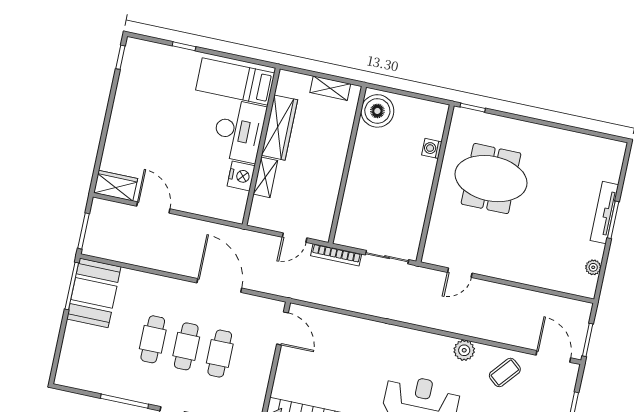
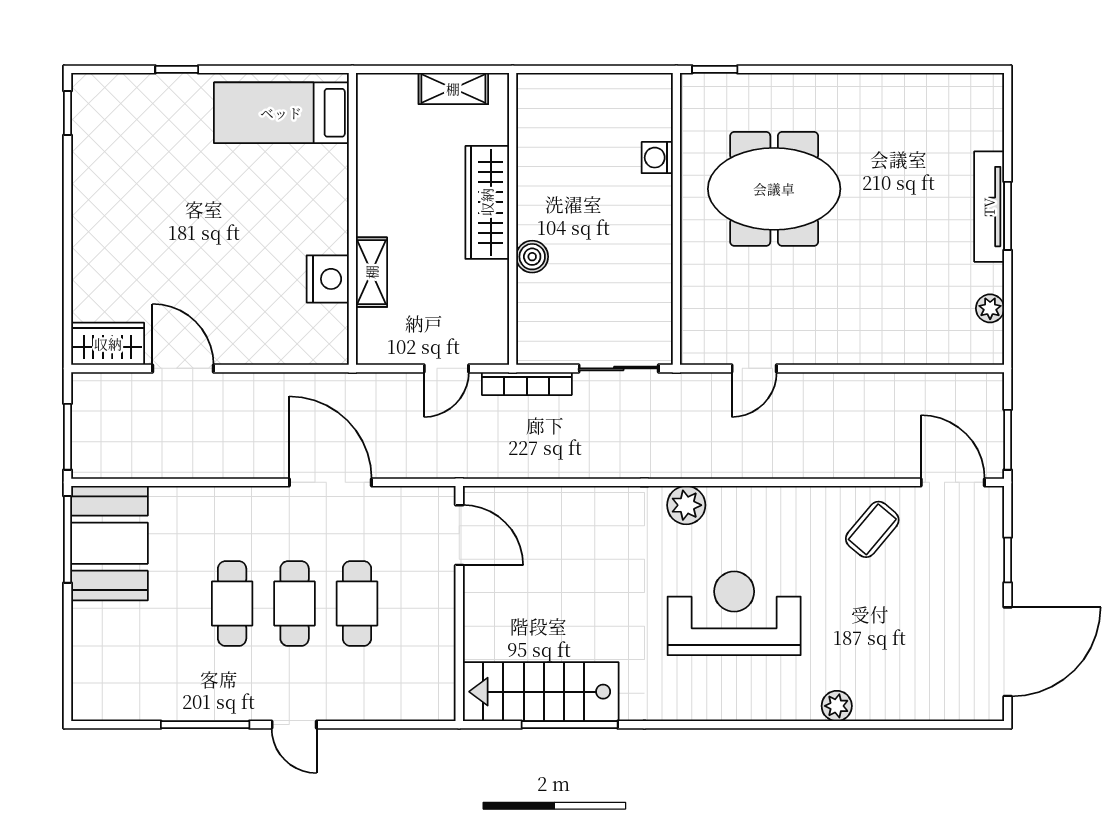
boiler: (377, 111) -> (532, 257), moved, width x0.54, depth x0.54
wardrobe: (279, 128) -> (487, 202), moved, turned 180
desk: (239, 131) -> (307, 199), removed
plant: (464, 350) -> (686, 505), moved

